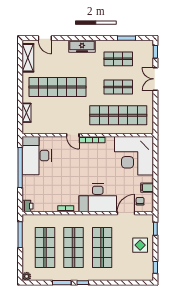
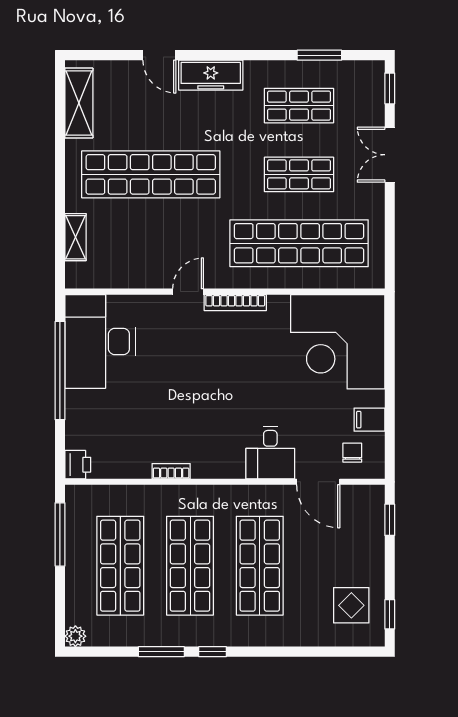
door: (45, 38) -> (159, 55), moved
door: (73, 135) -> (188, 292), swing flipped
desk: (98, 198) -> (270, 453), width x0.53, depth x0.77
door: (126, 213) -> (318, 482), swing flipped
display table: (140, 245) -> (351, 605), moved

